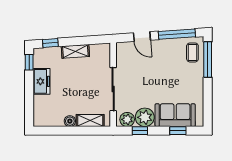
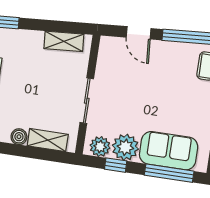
shelving: (75, 51) -> (64, 41), moved
sliding door: (113, 89) -> (87, 101), width x0.73
window: (178, 131) -> (169, 173), width x2.17

